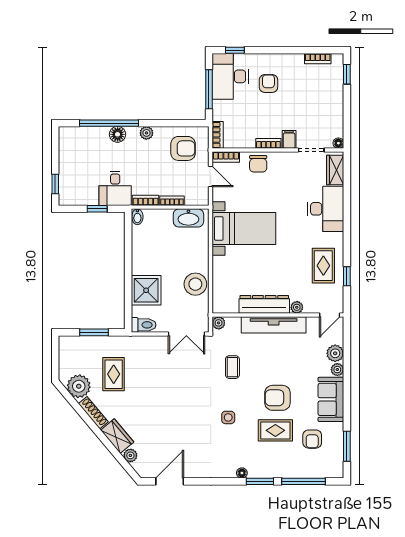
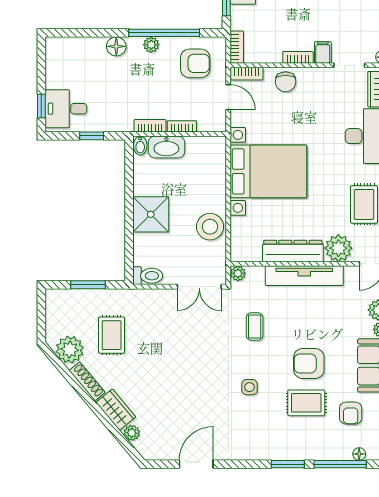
window: (109, 123) -> (164, 33), moved
desk: (115, 188) -> (66, 109), moved, turned 90
washbasin: (188, 218) -> (166, 147), moved
bed with nightstands: (244, 228) -> (268, 171), width x1.36
shower: (146, 290) -> (151, 214), moved
plant: (297, 307) -> (338, 248), width x1.88, depth x1.88
floor lamp: (242, 473) -> (359, 454), moved
door: (170, 481) -> (196, 464), moved

